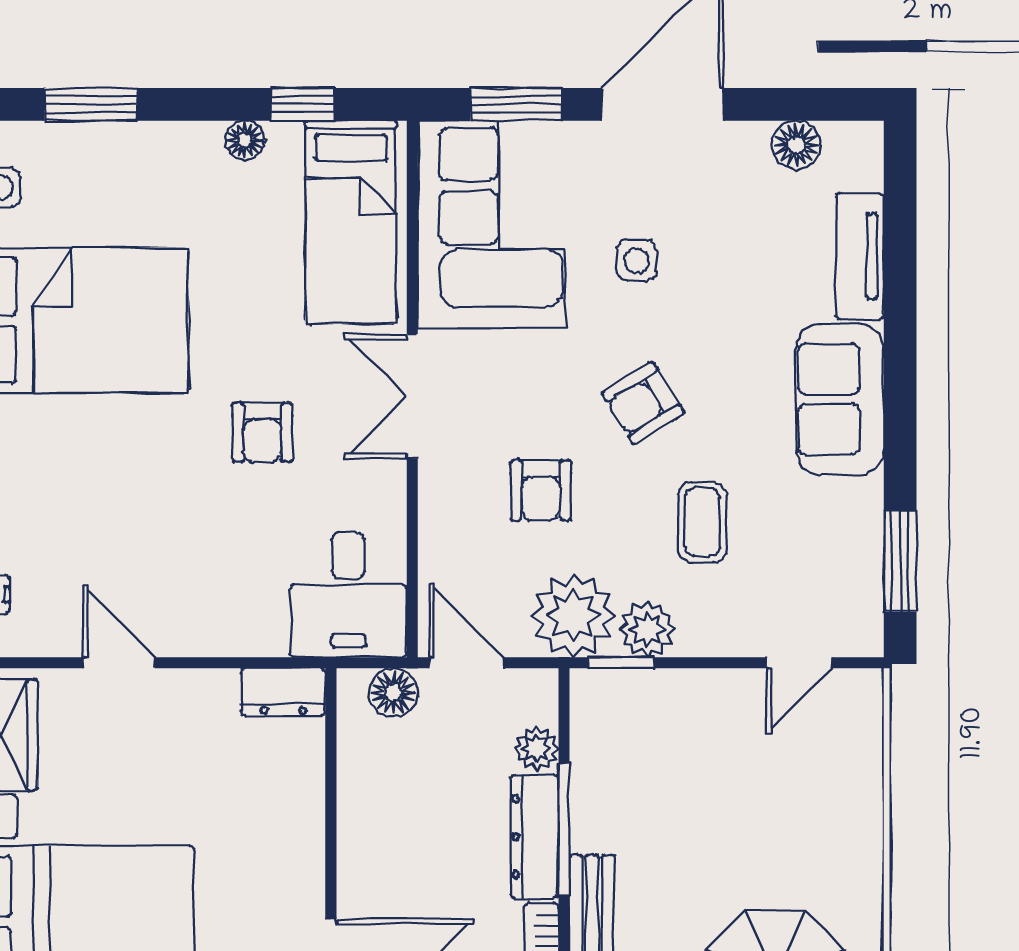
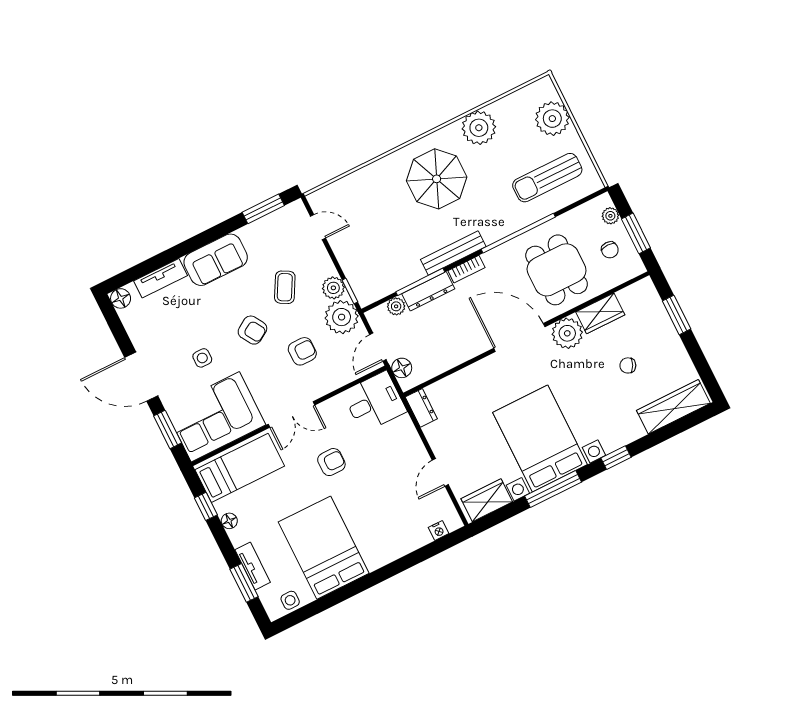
tv unit: (118, 142) -> (253, 566), added
floor lamp: (796, 145) -> (121, 298), moved
coffee table: (702, 522) -> (285, 287), turned -61

